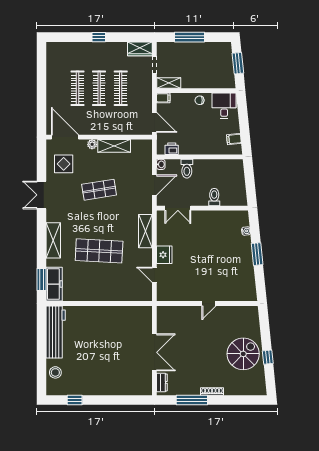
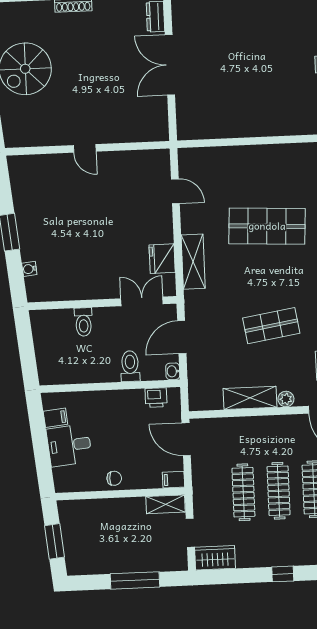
desk: (224, 106) -> (69, 445), moved, turned 84
fridge: (164, 255) -> (162, 259), moved
door: (209, 303) -> (85, 148), swing flipped

